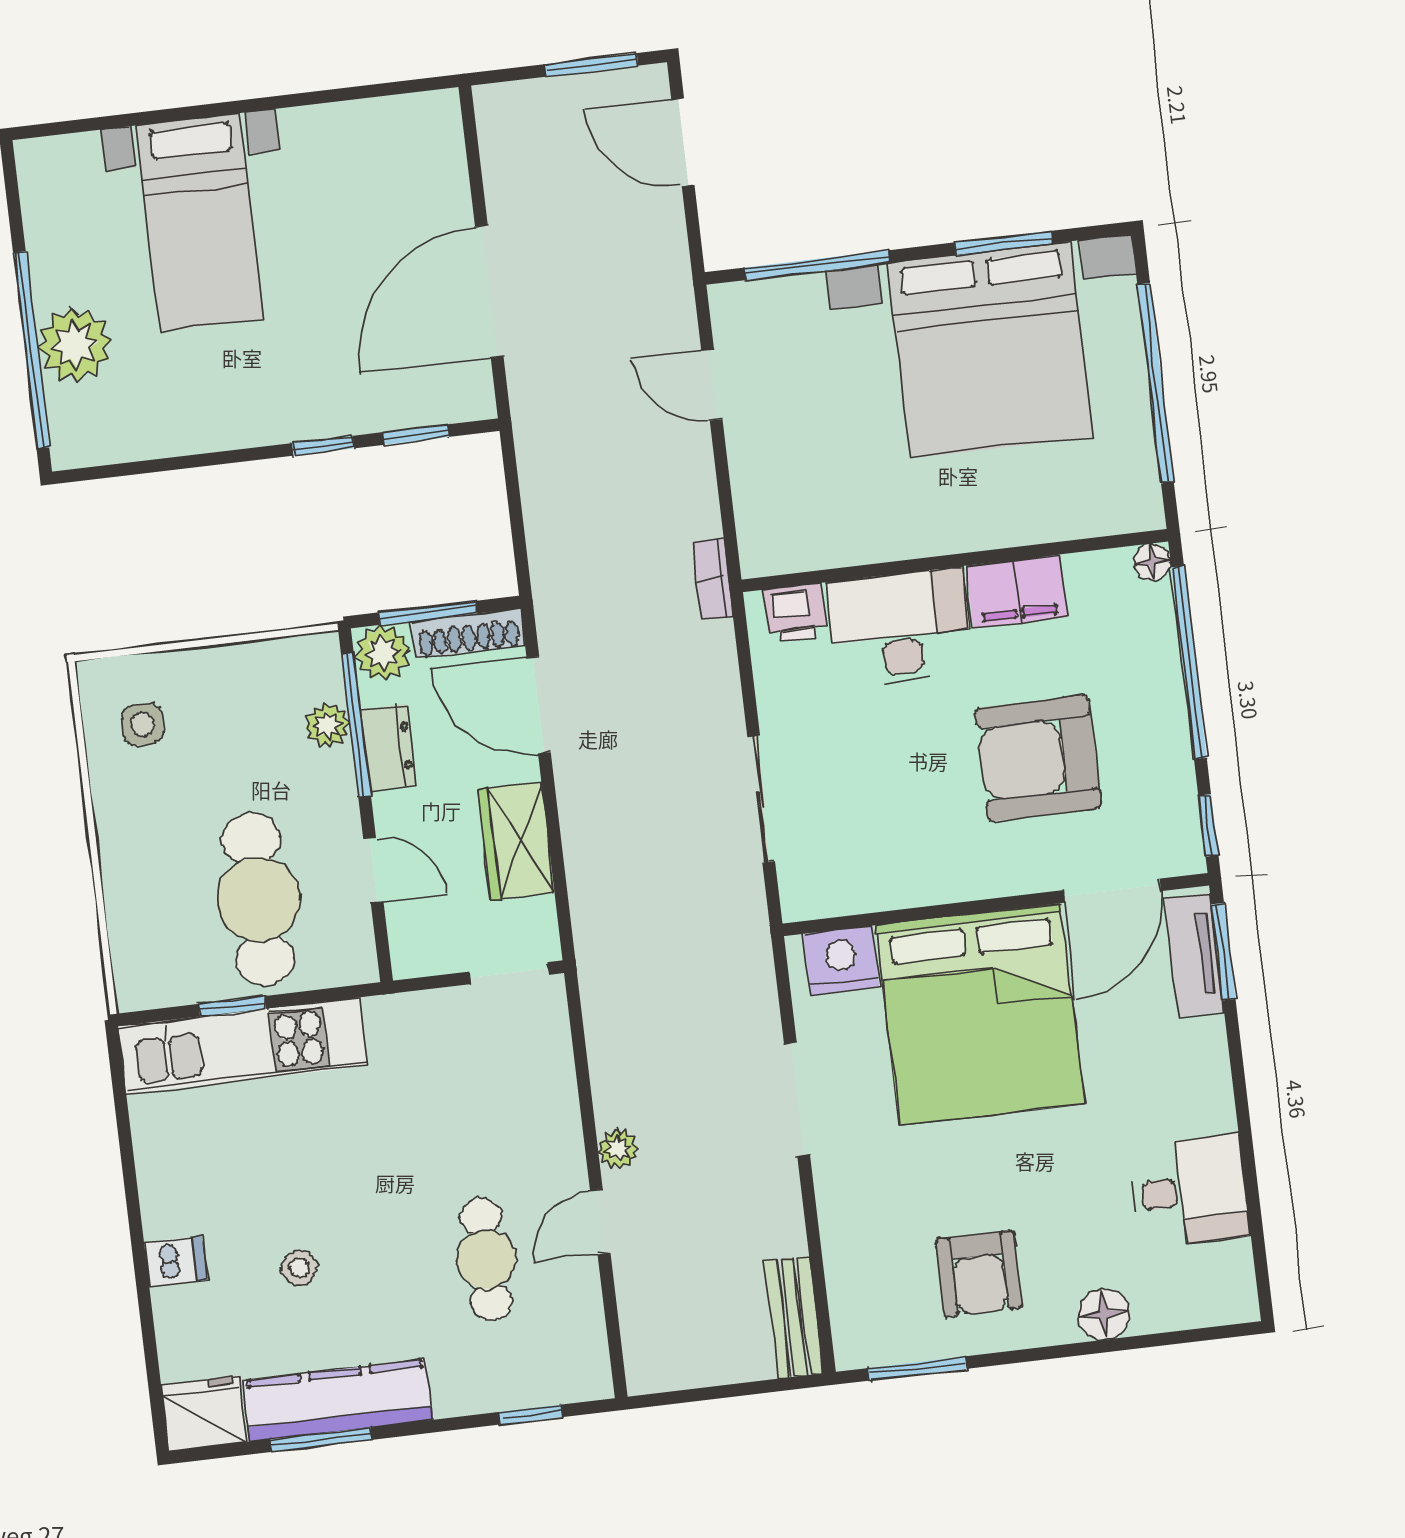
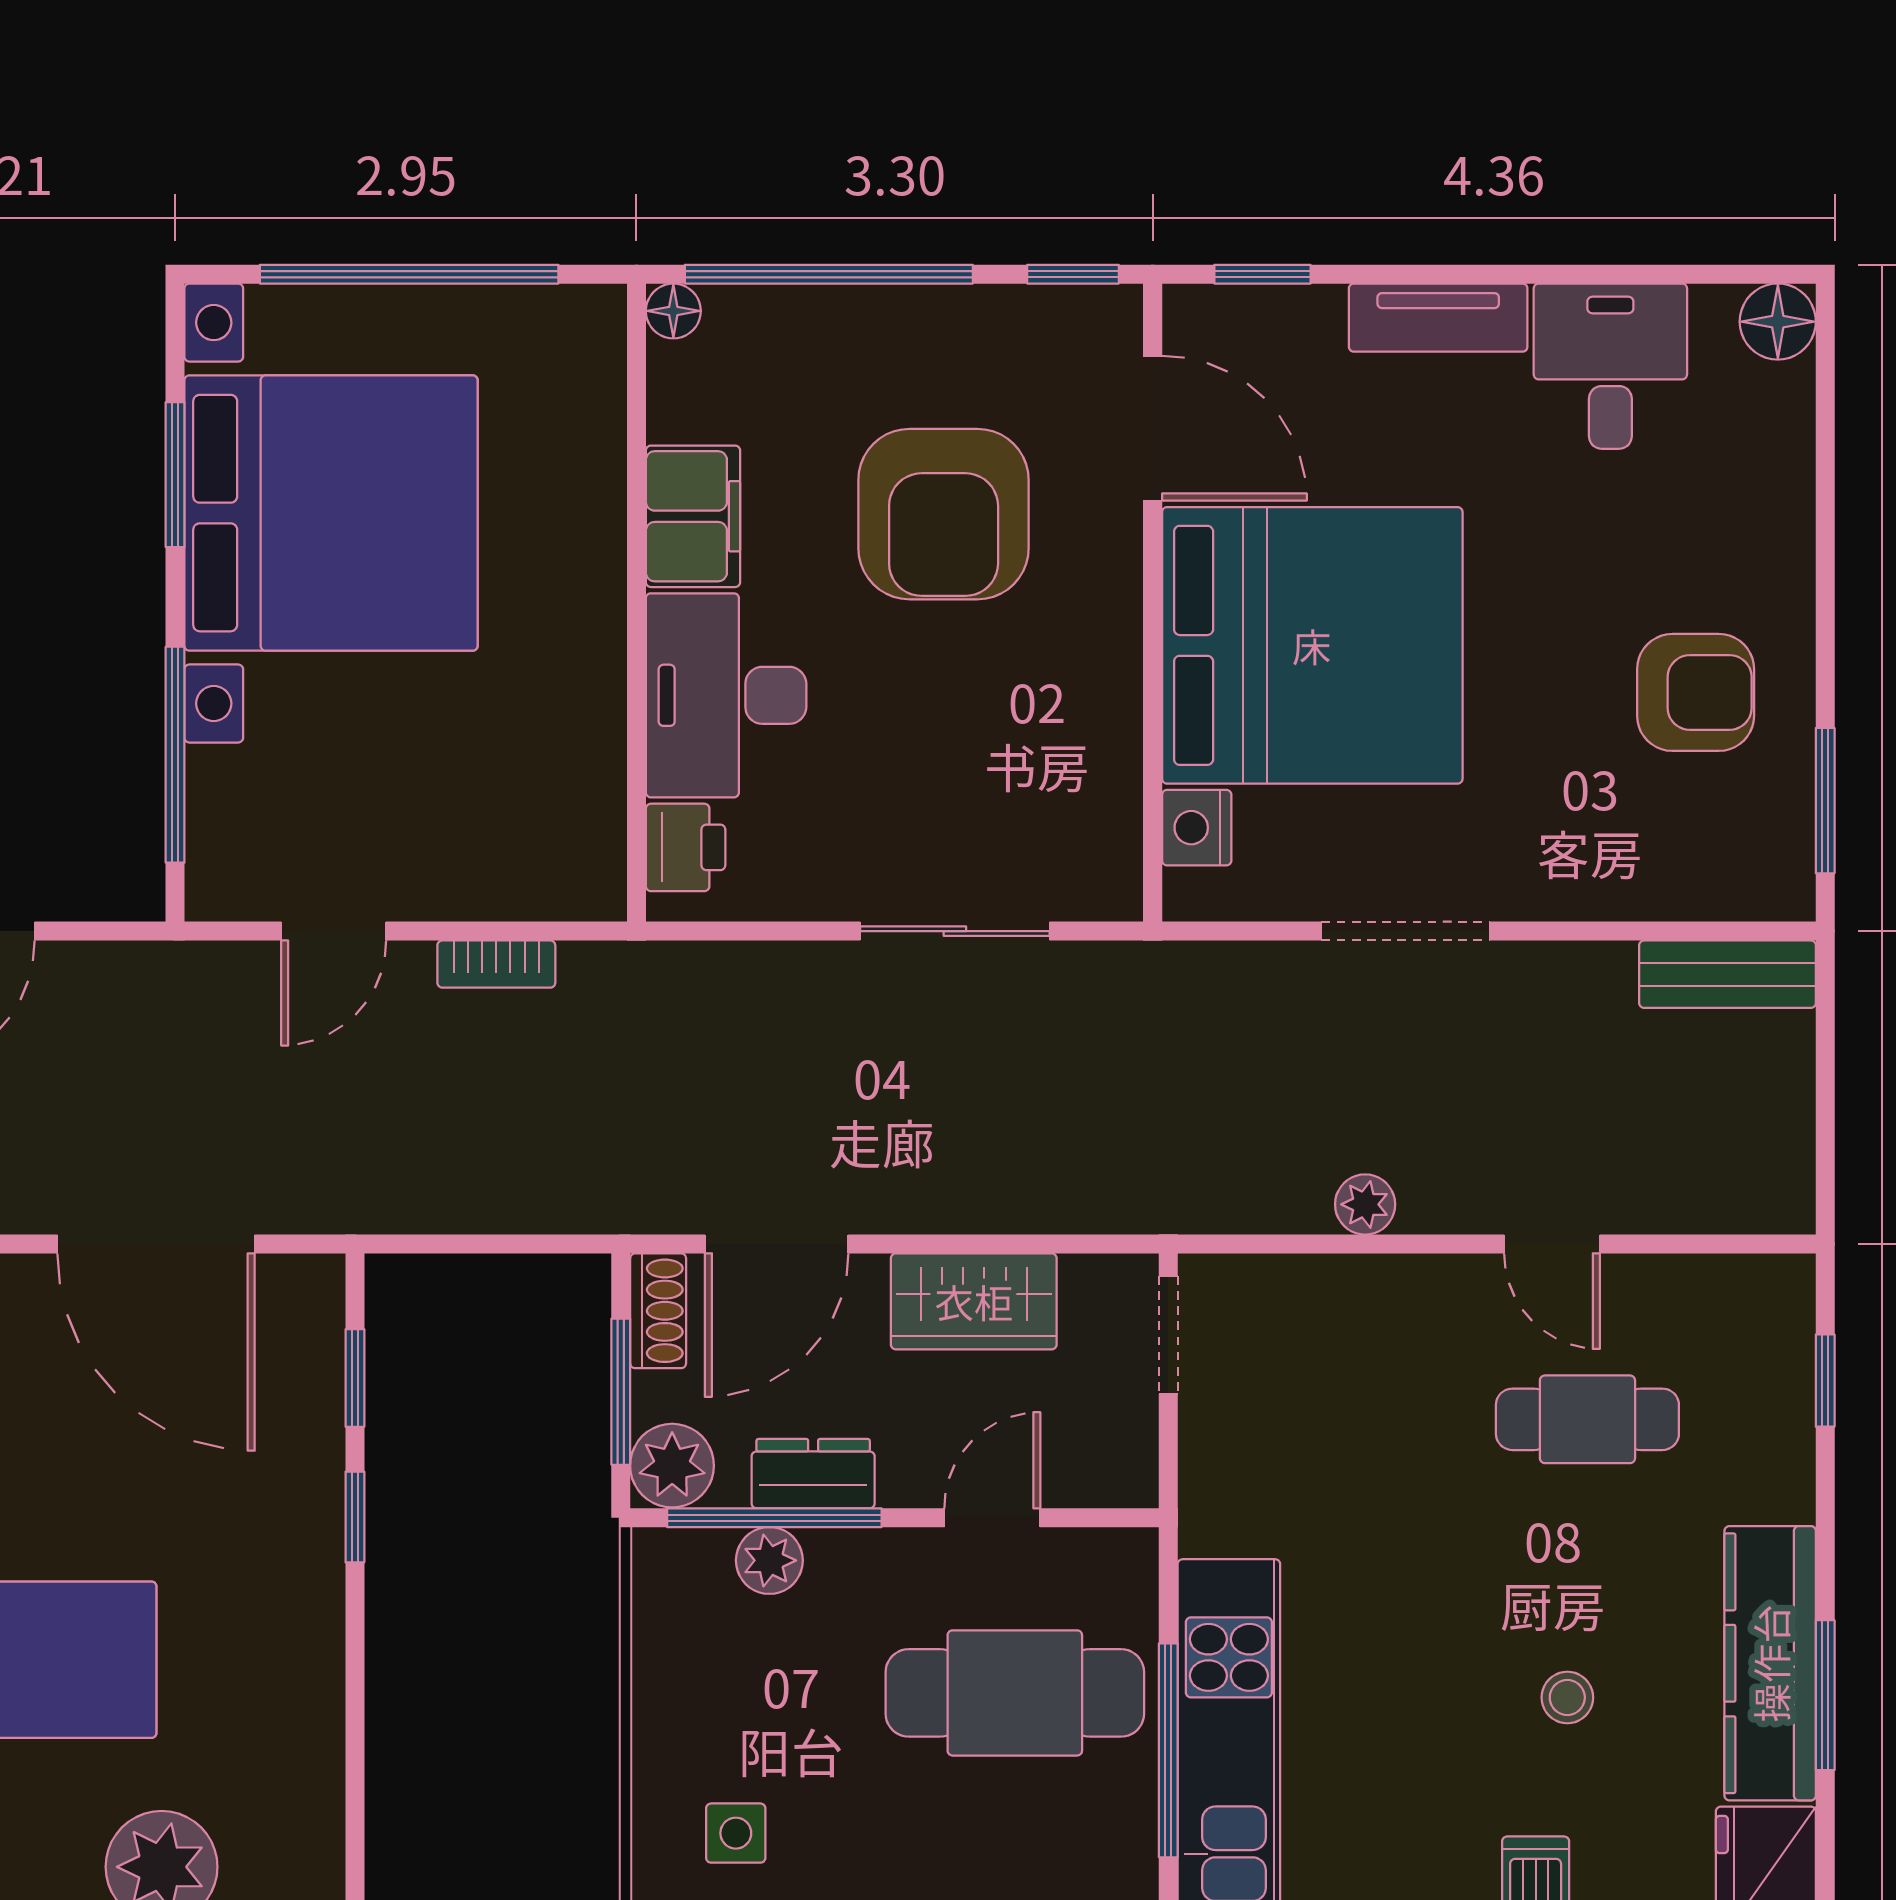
bookcase: (713, 579) -> (496, 964), moved
shoe rack: (468, 633) -> (658, 1311), width x0.70
window: (1223, 952) -> (1262, 274), width x0.67
tv unit: (1194, 955) -> (1438, 318), moved
nightstand: (841, 960) -> (1197, 828), width x0.74, depth x0.75
window: (232, 1006) -> (1168, 1750), width x2.17
plant: (618, 1149) -> (1365, 1204), moved
floor lamp: (1104, 1314) -> (1778, 322), moved

